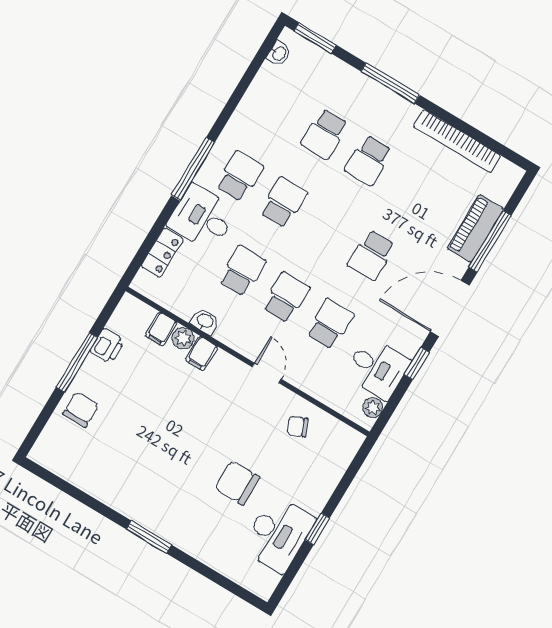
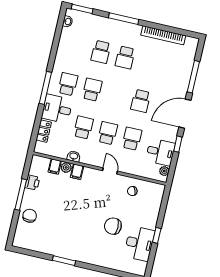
piano: (475, 228) -> (185, 73), removed
window: (149, 537) -> (64, 261), moved

